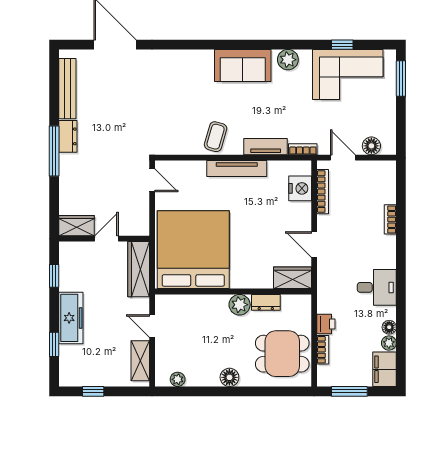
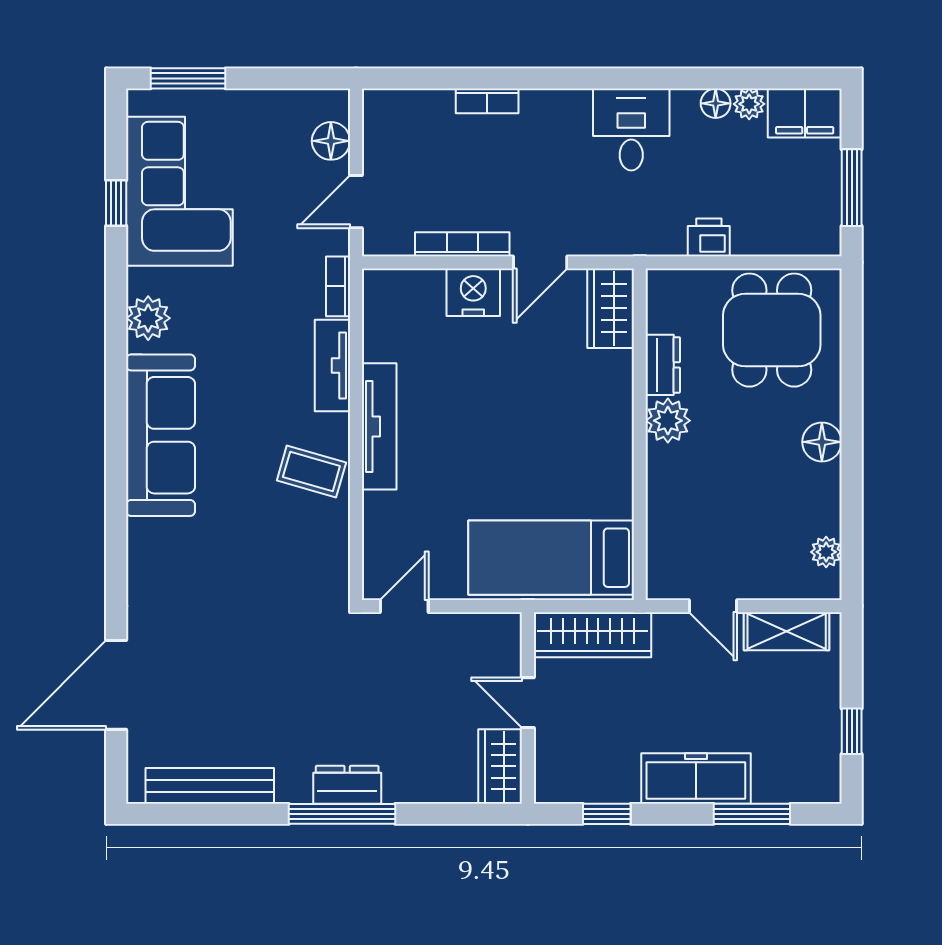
sofa: (243, 65) -> (161, 435), width x1.36
dresser: (68, 136) -> (347, 785), moved
nightstand: (300, 188) -> (473, 292), moved
bookcase: (323, 192) -> (462, 244), moved
bed: (193, 250) -> (551, 558), width x0.49
door: (152, 326) -> (713, 606), hinge flipped
window: (54, 344) -> (752, 814), width x1.50
bookcase: (323, 350) -> (764, 244), removed

